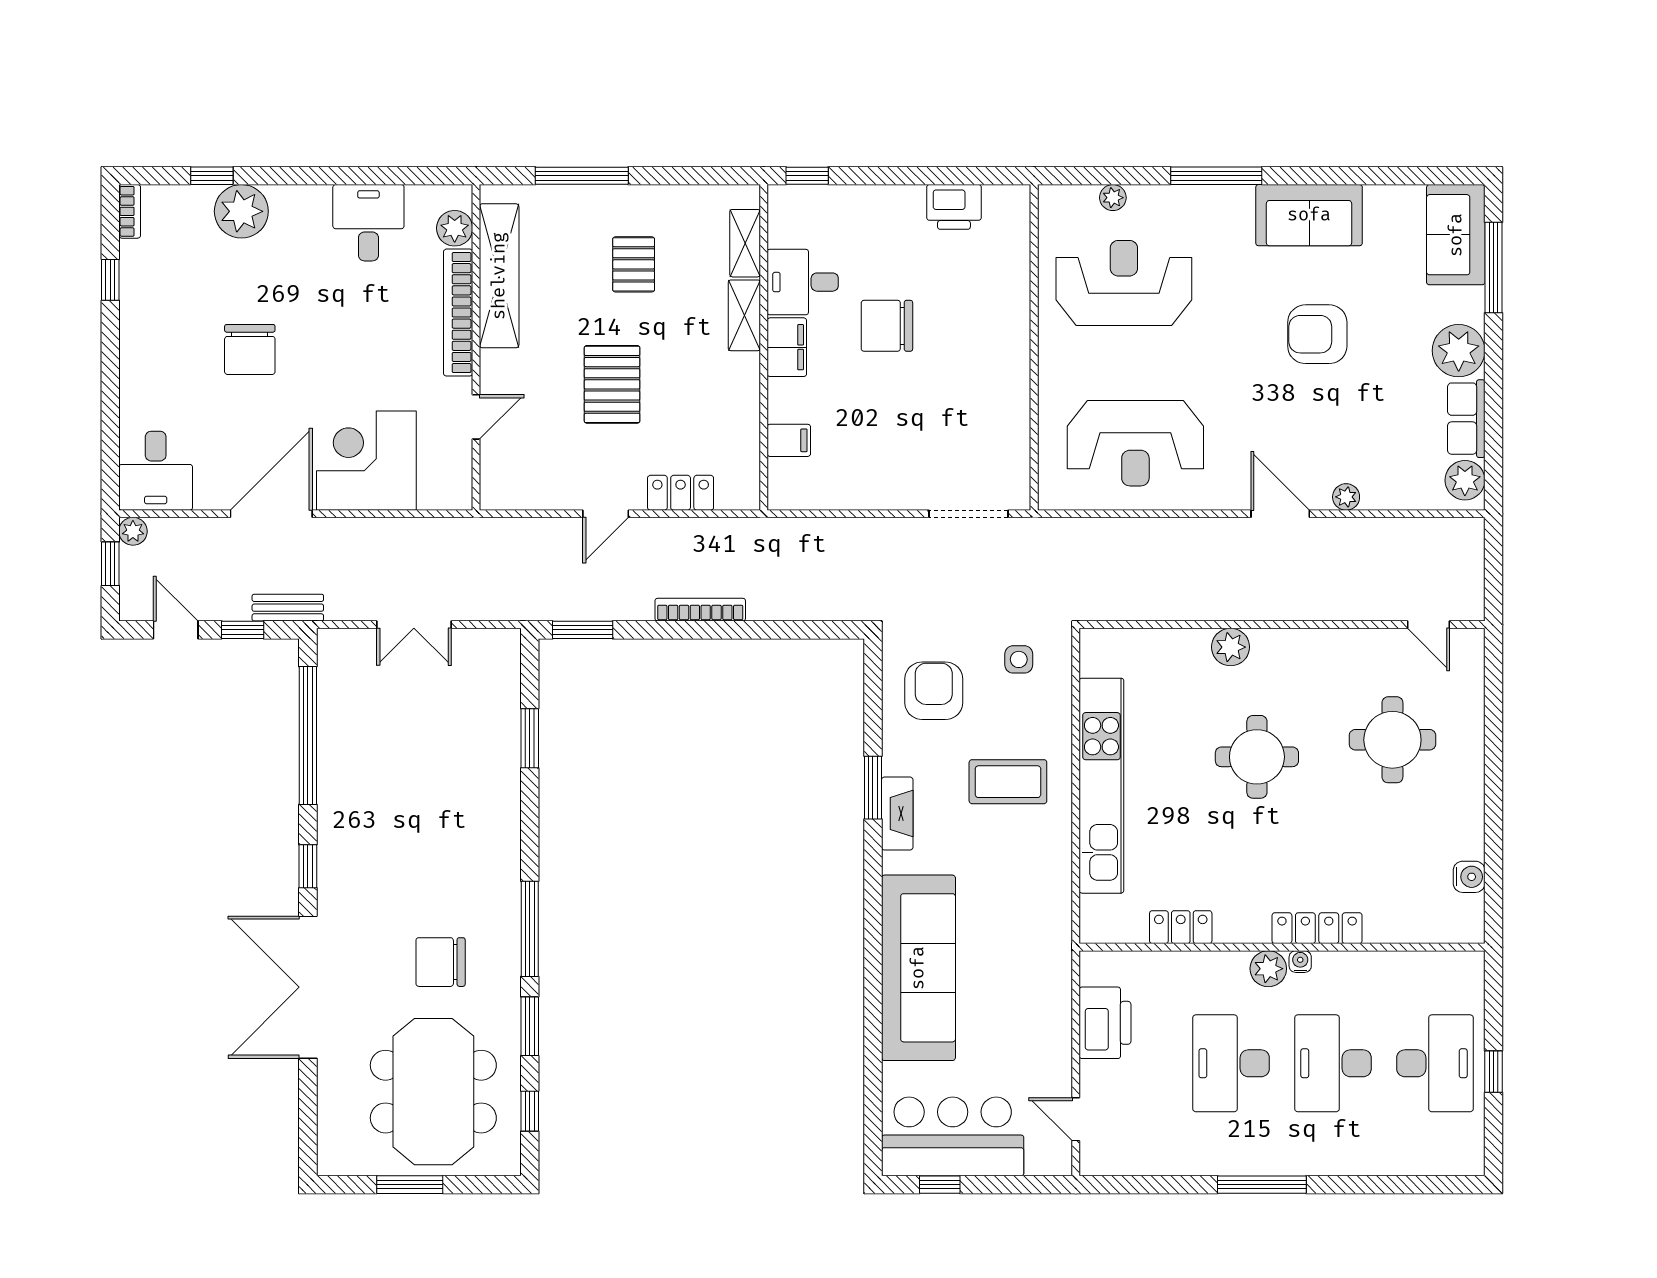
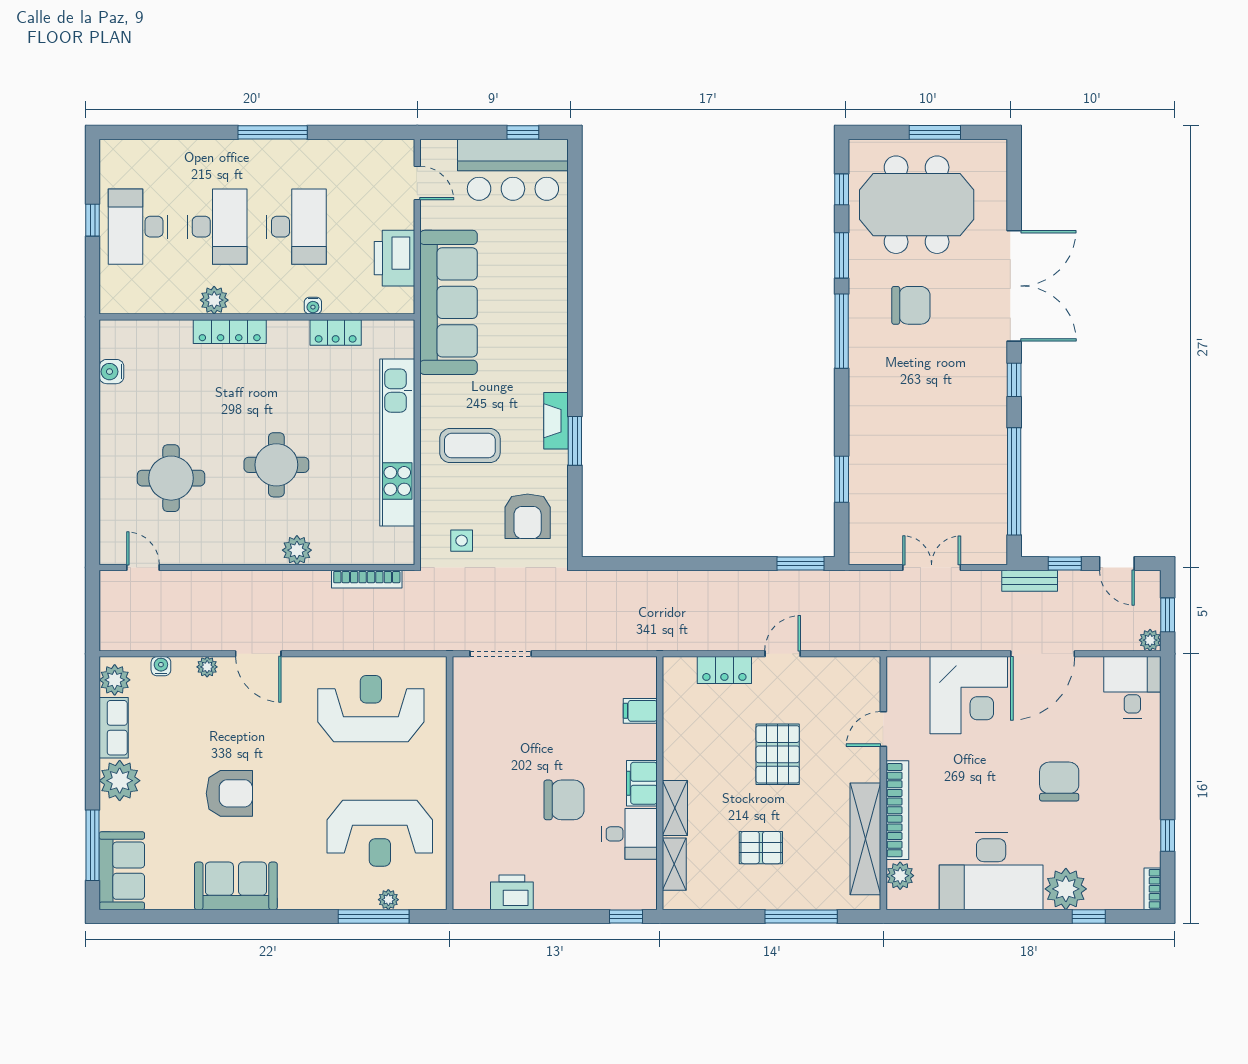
window: (1216, 176) -> (374, 917), moved
desk: (368, 223) -> (991, 871), width x1.87, depth x1.30
pallet: (634, 264) -> (761, 848), turned 90
water cooler: (1405, 498) -> (161, 666), added
bookcase: (700, 610) -> (367, 579), moved
water cooler: (1300, 962) -> (313, 306), moved
sofa: (918, 968) -> (449, 302), moved, turned 180
plant: (1268, 969) -> (214, 300), moved
meeting table: (433, 1092) -> (917, 205), turned 90

